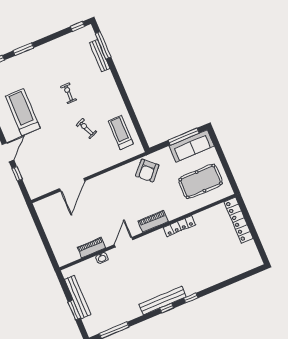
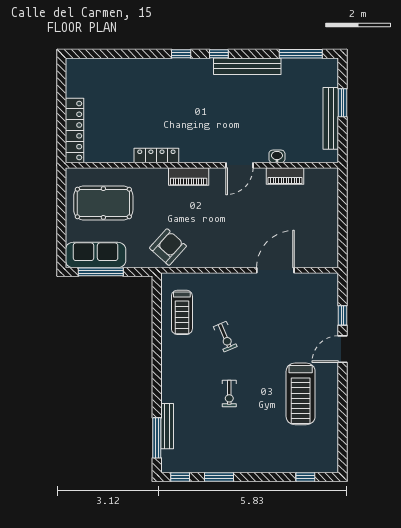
window: (23, 49) -> (219, 477), moved
bench: (163, 301) -> (247, 66), moved

